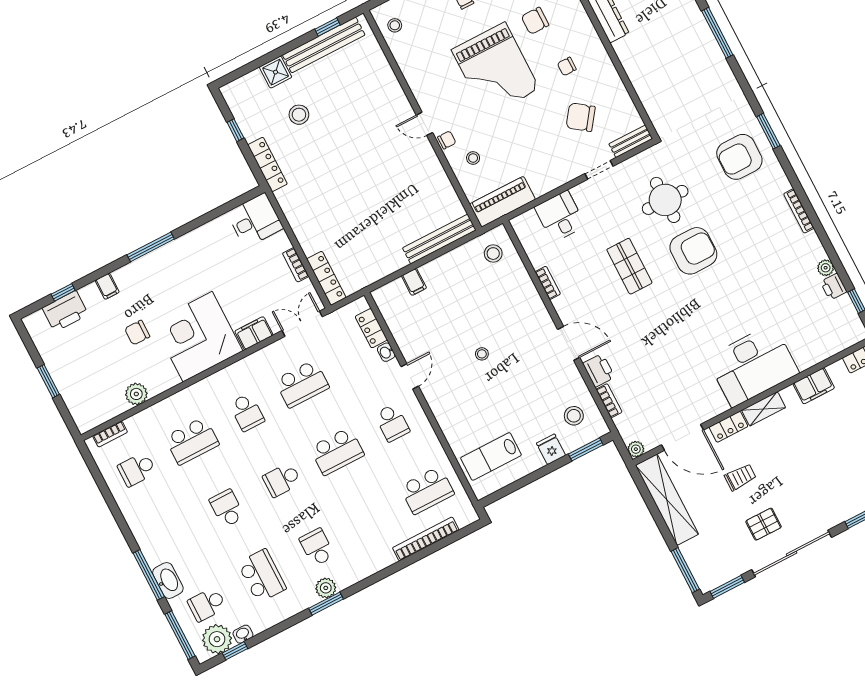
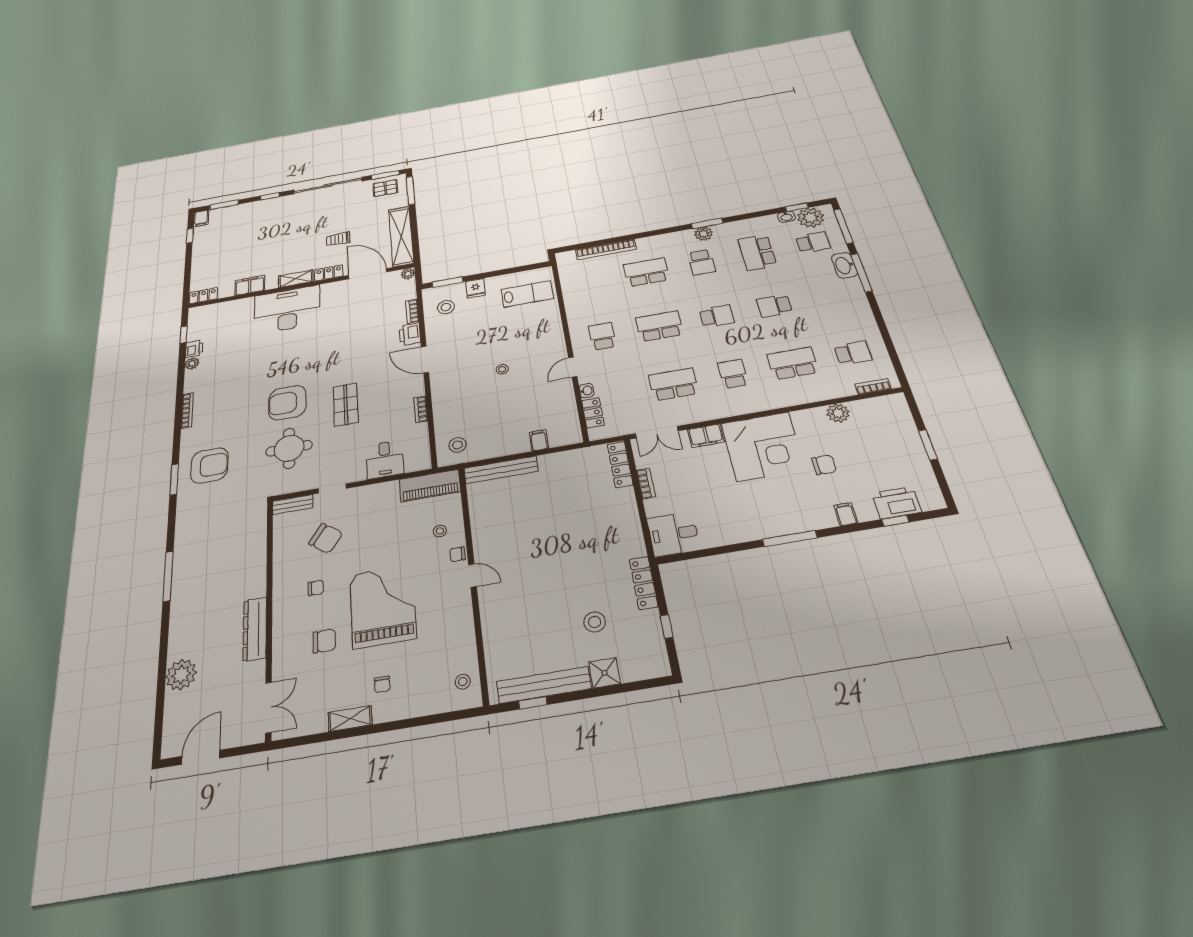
school desk: (427, 490) -> (646, 272), moved
school desk: (227, 508) -> (774, 306), turned 90
pallet: (764, 524) -> (385, 188), moved

